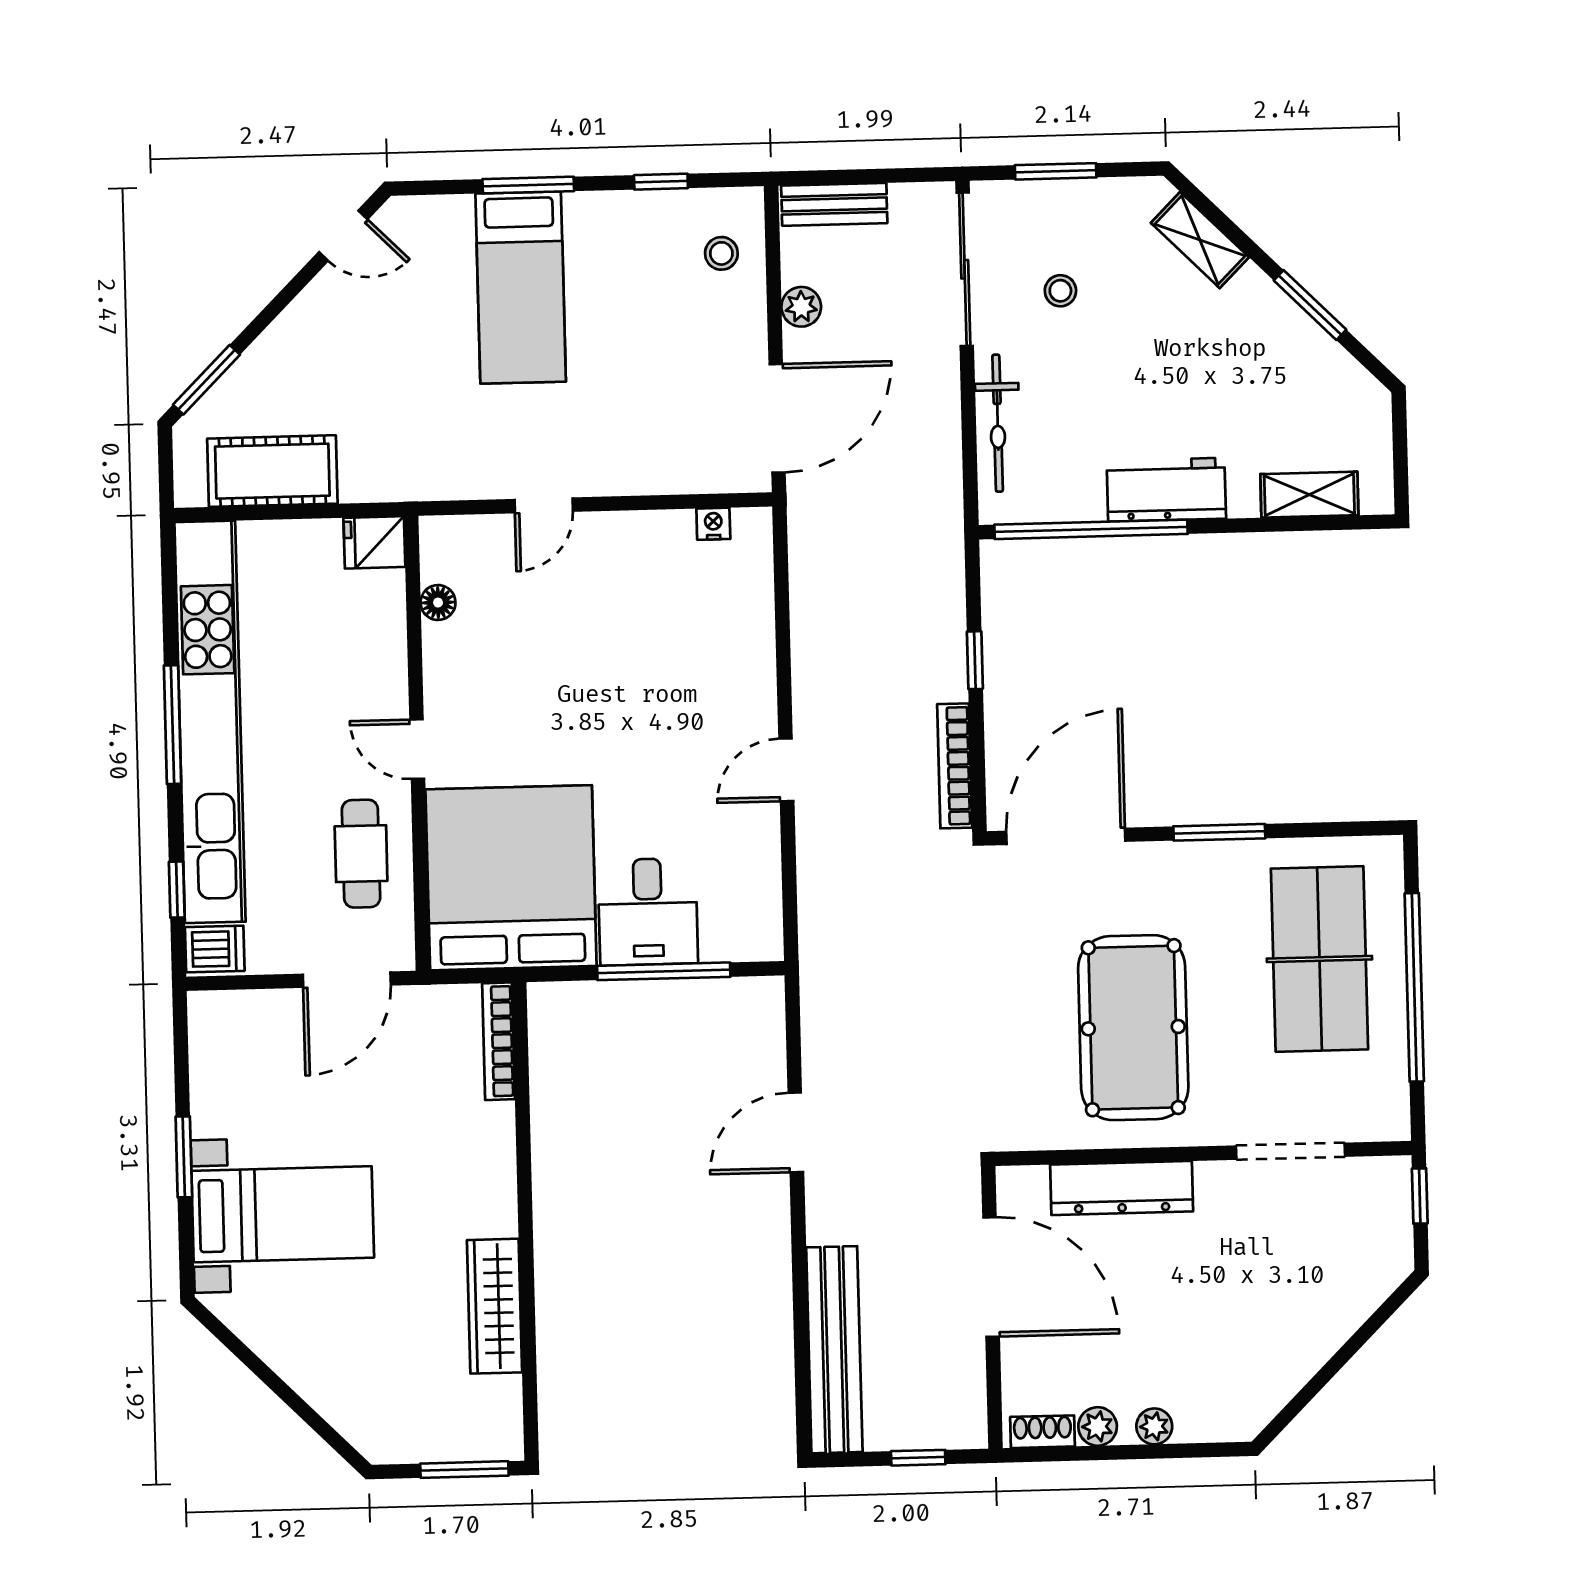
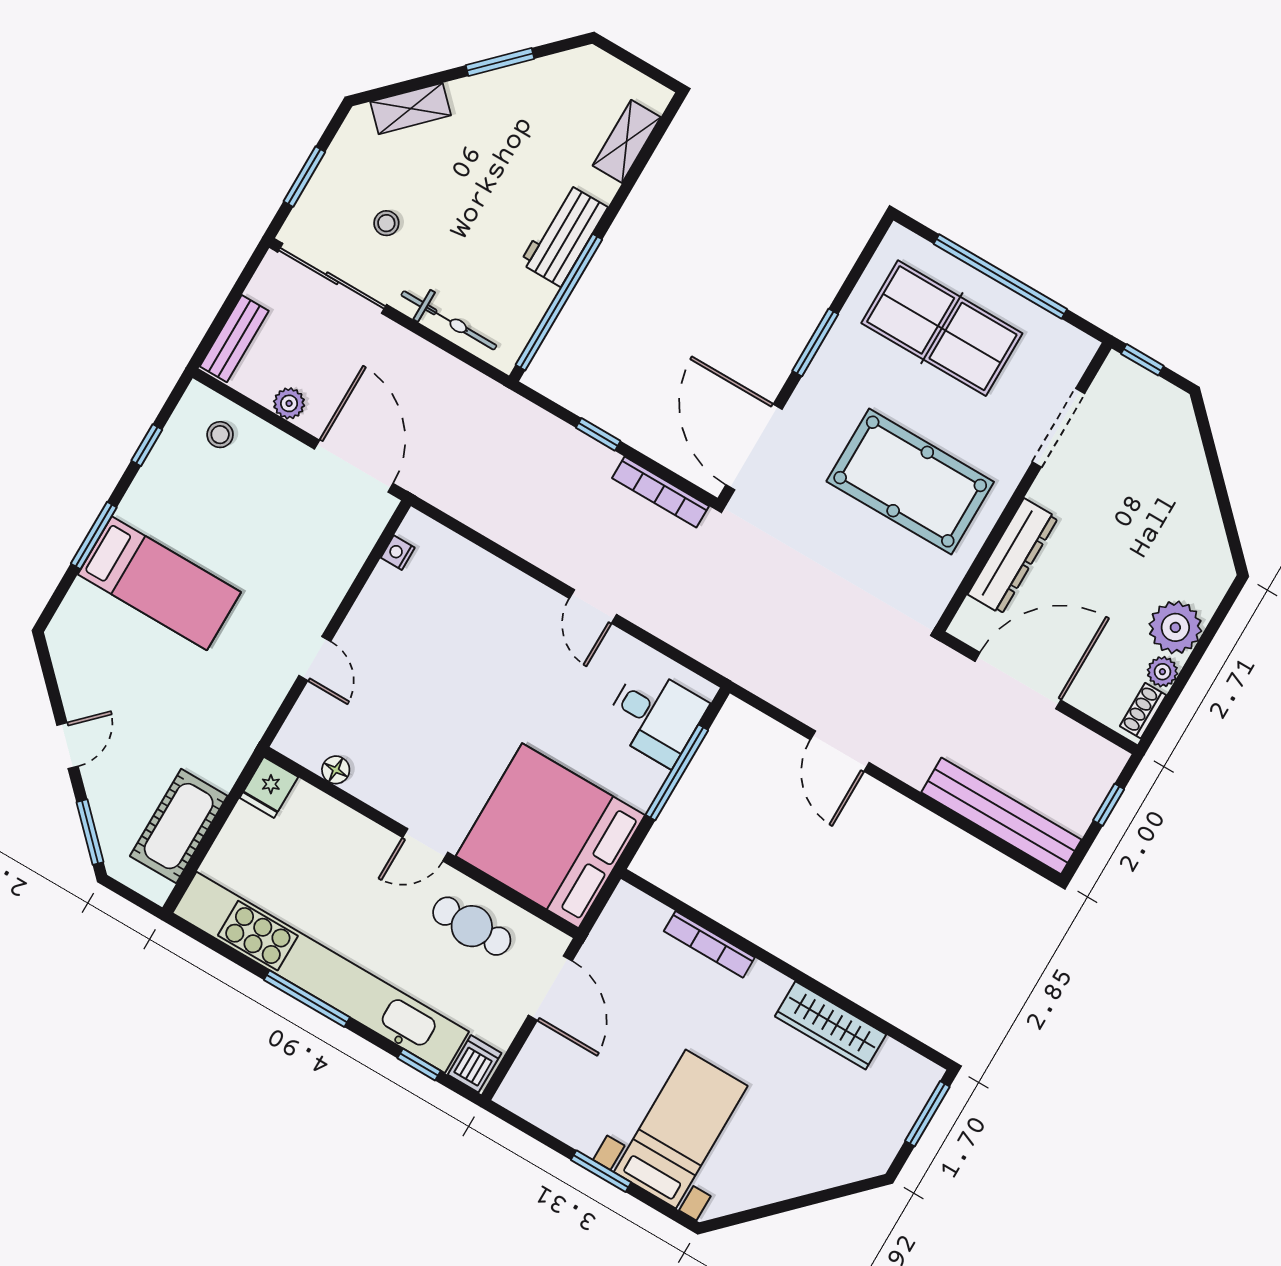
door: (343, 236) -> (67, 746), moved
desk: (648, 912) -> (655, 716), moved
bookcase: (498, 1041) -> (709, 944), moved
plant: (1154, 1426) -> (1175, 627), width x1.88, depth x1.88

